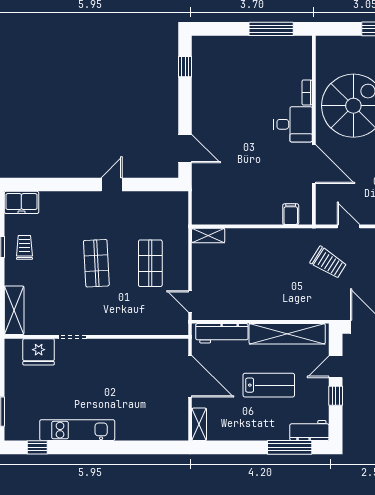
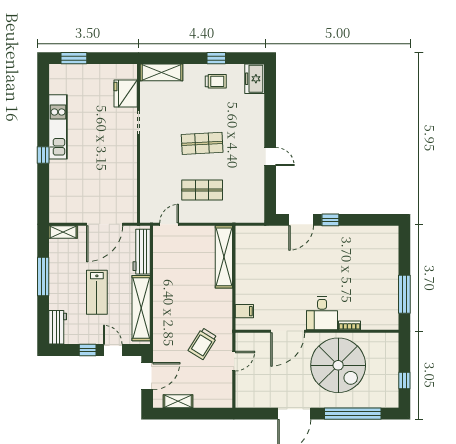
window: (185, 67) -> (330, 220), moved
shelving: (208, 235) -> (224, 257), width x2.20, depth x1.33
window: (37, 447) -> (43, 155), moved
window: (290, 447) -> (43, 277), moved

